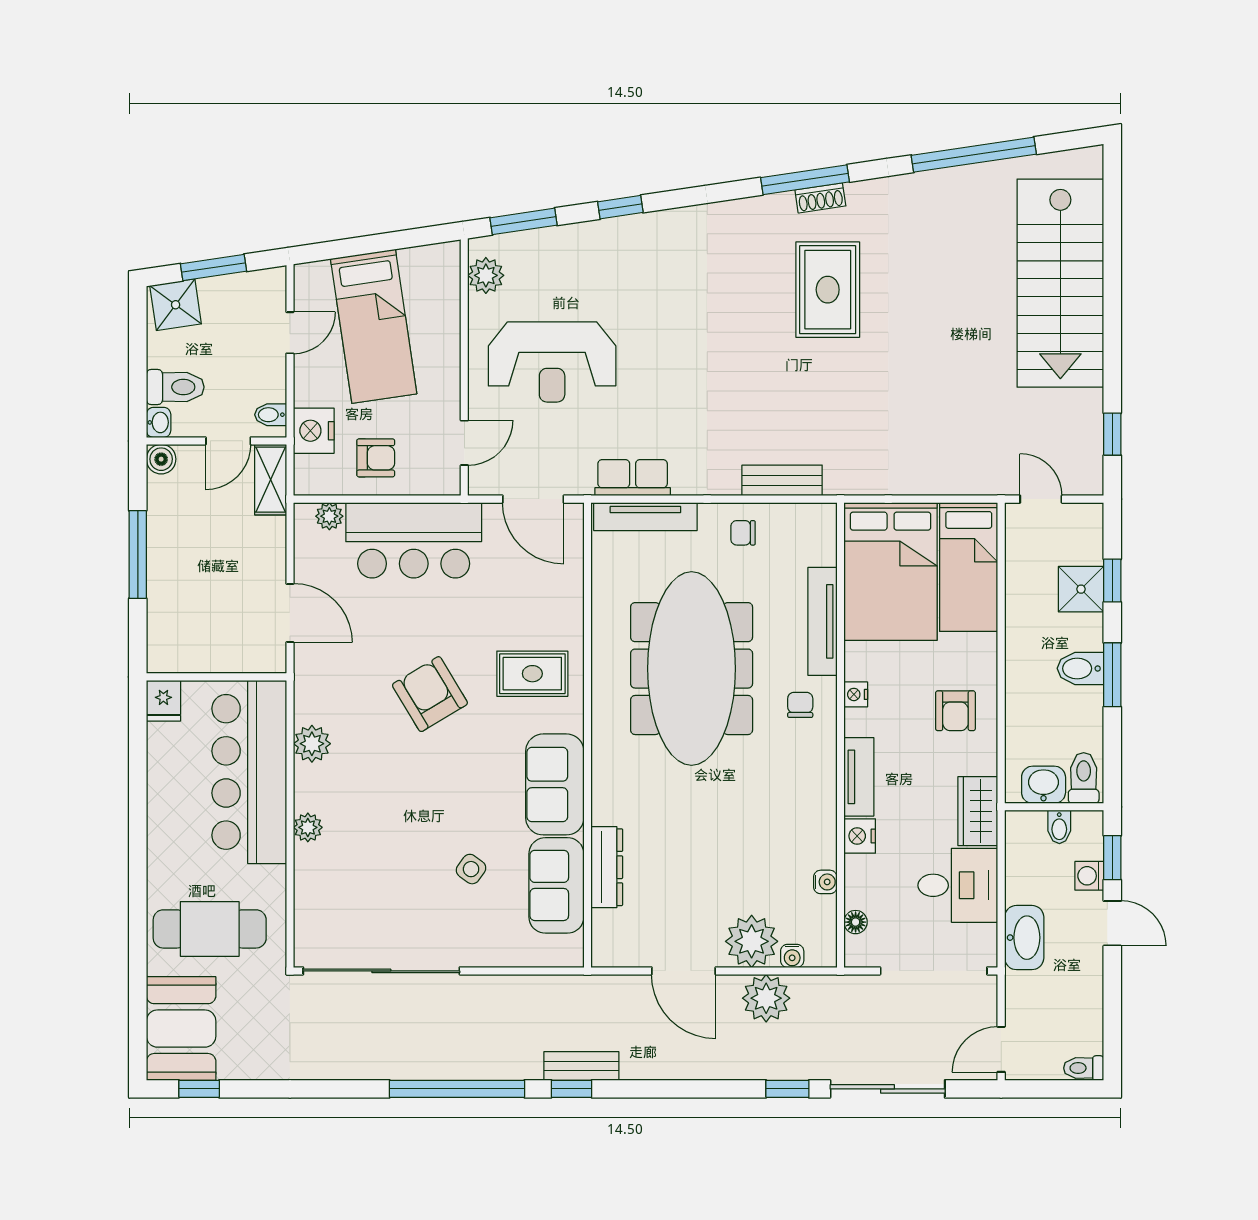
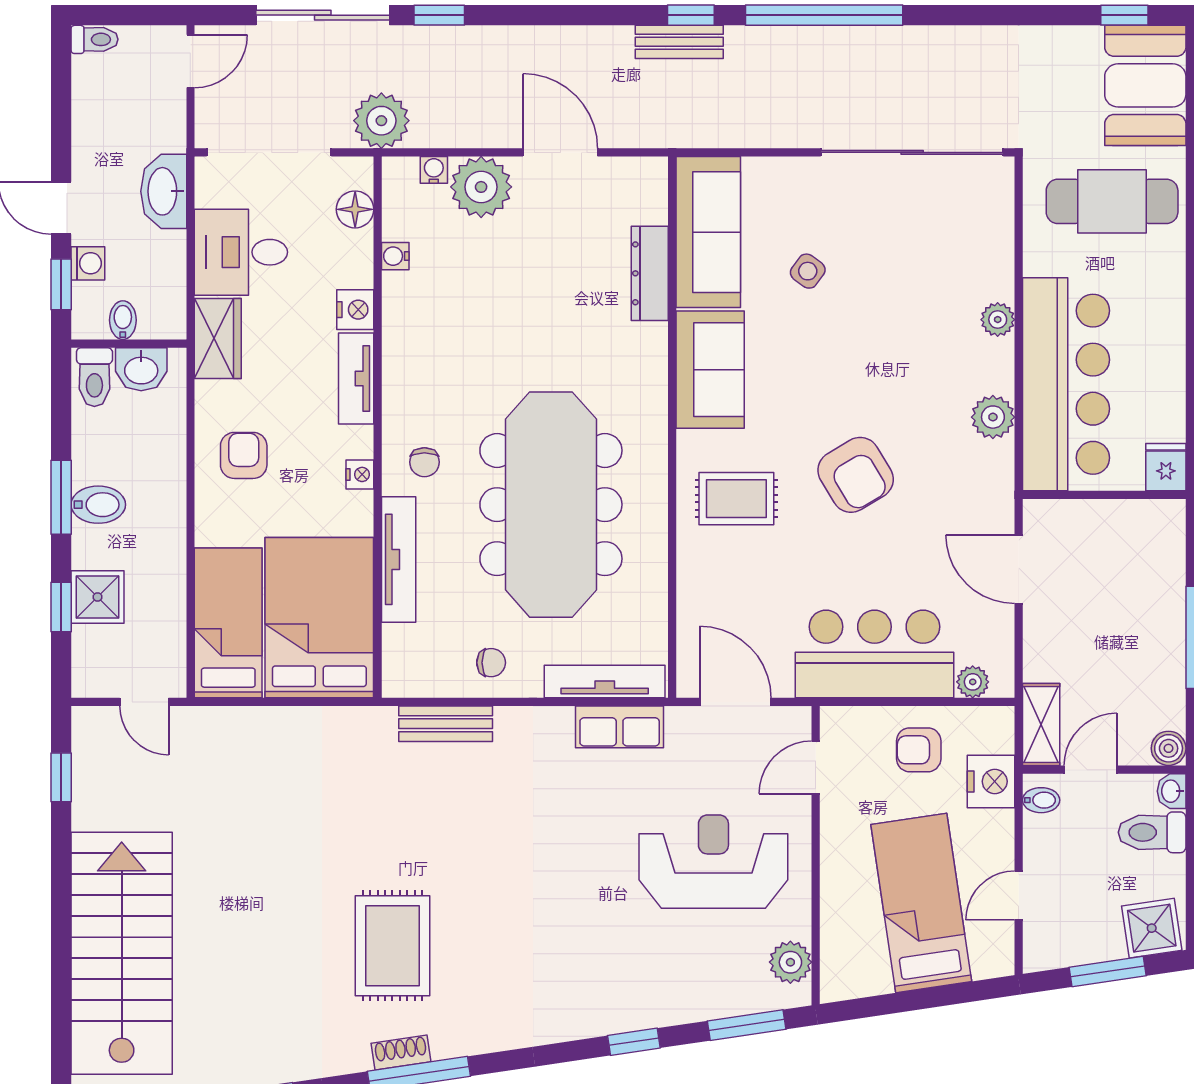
sofa: (556, 885) -> (708, 232), width x1.36
floor lamp: (856, 922) -> (355, 209), width x1.37, depth x1.37
plant: (766, 998) -> (381, 121), moved

